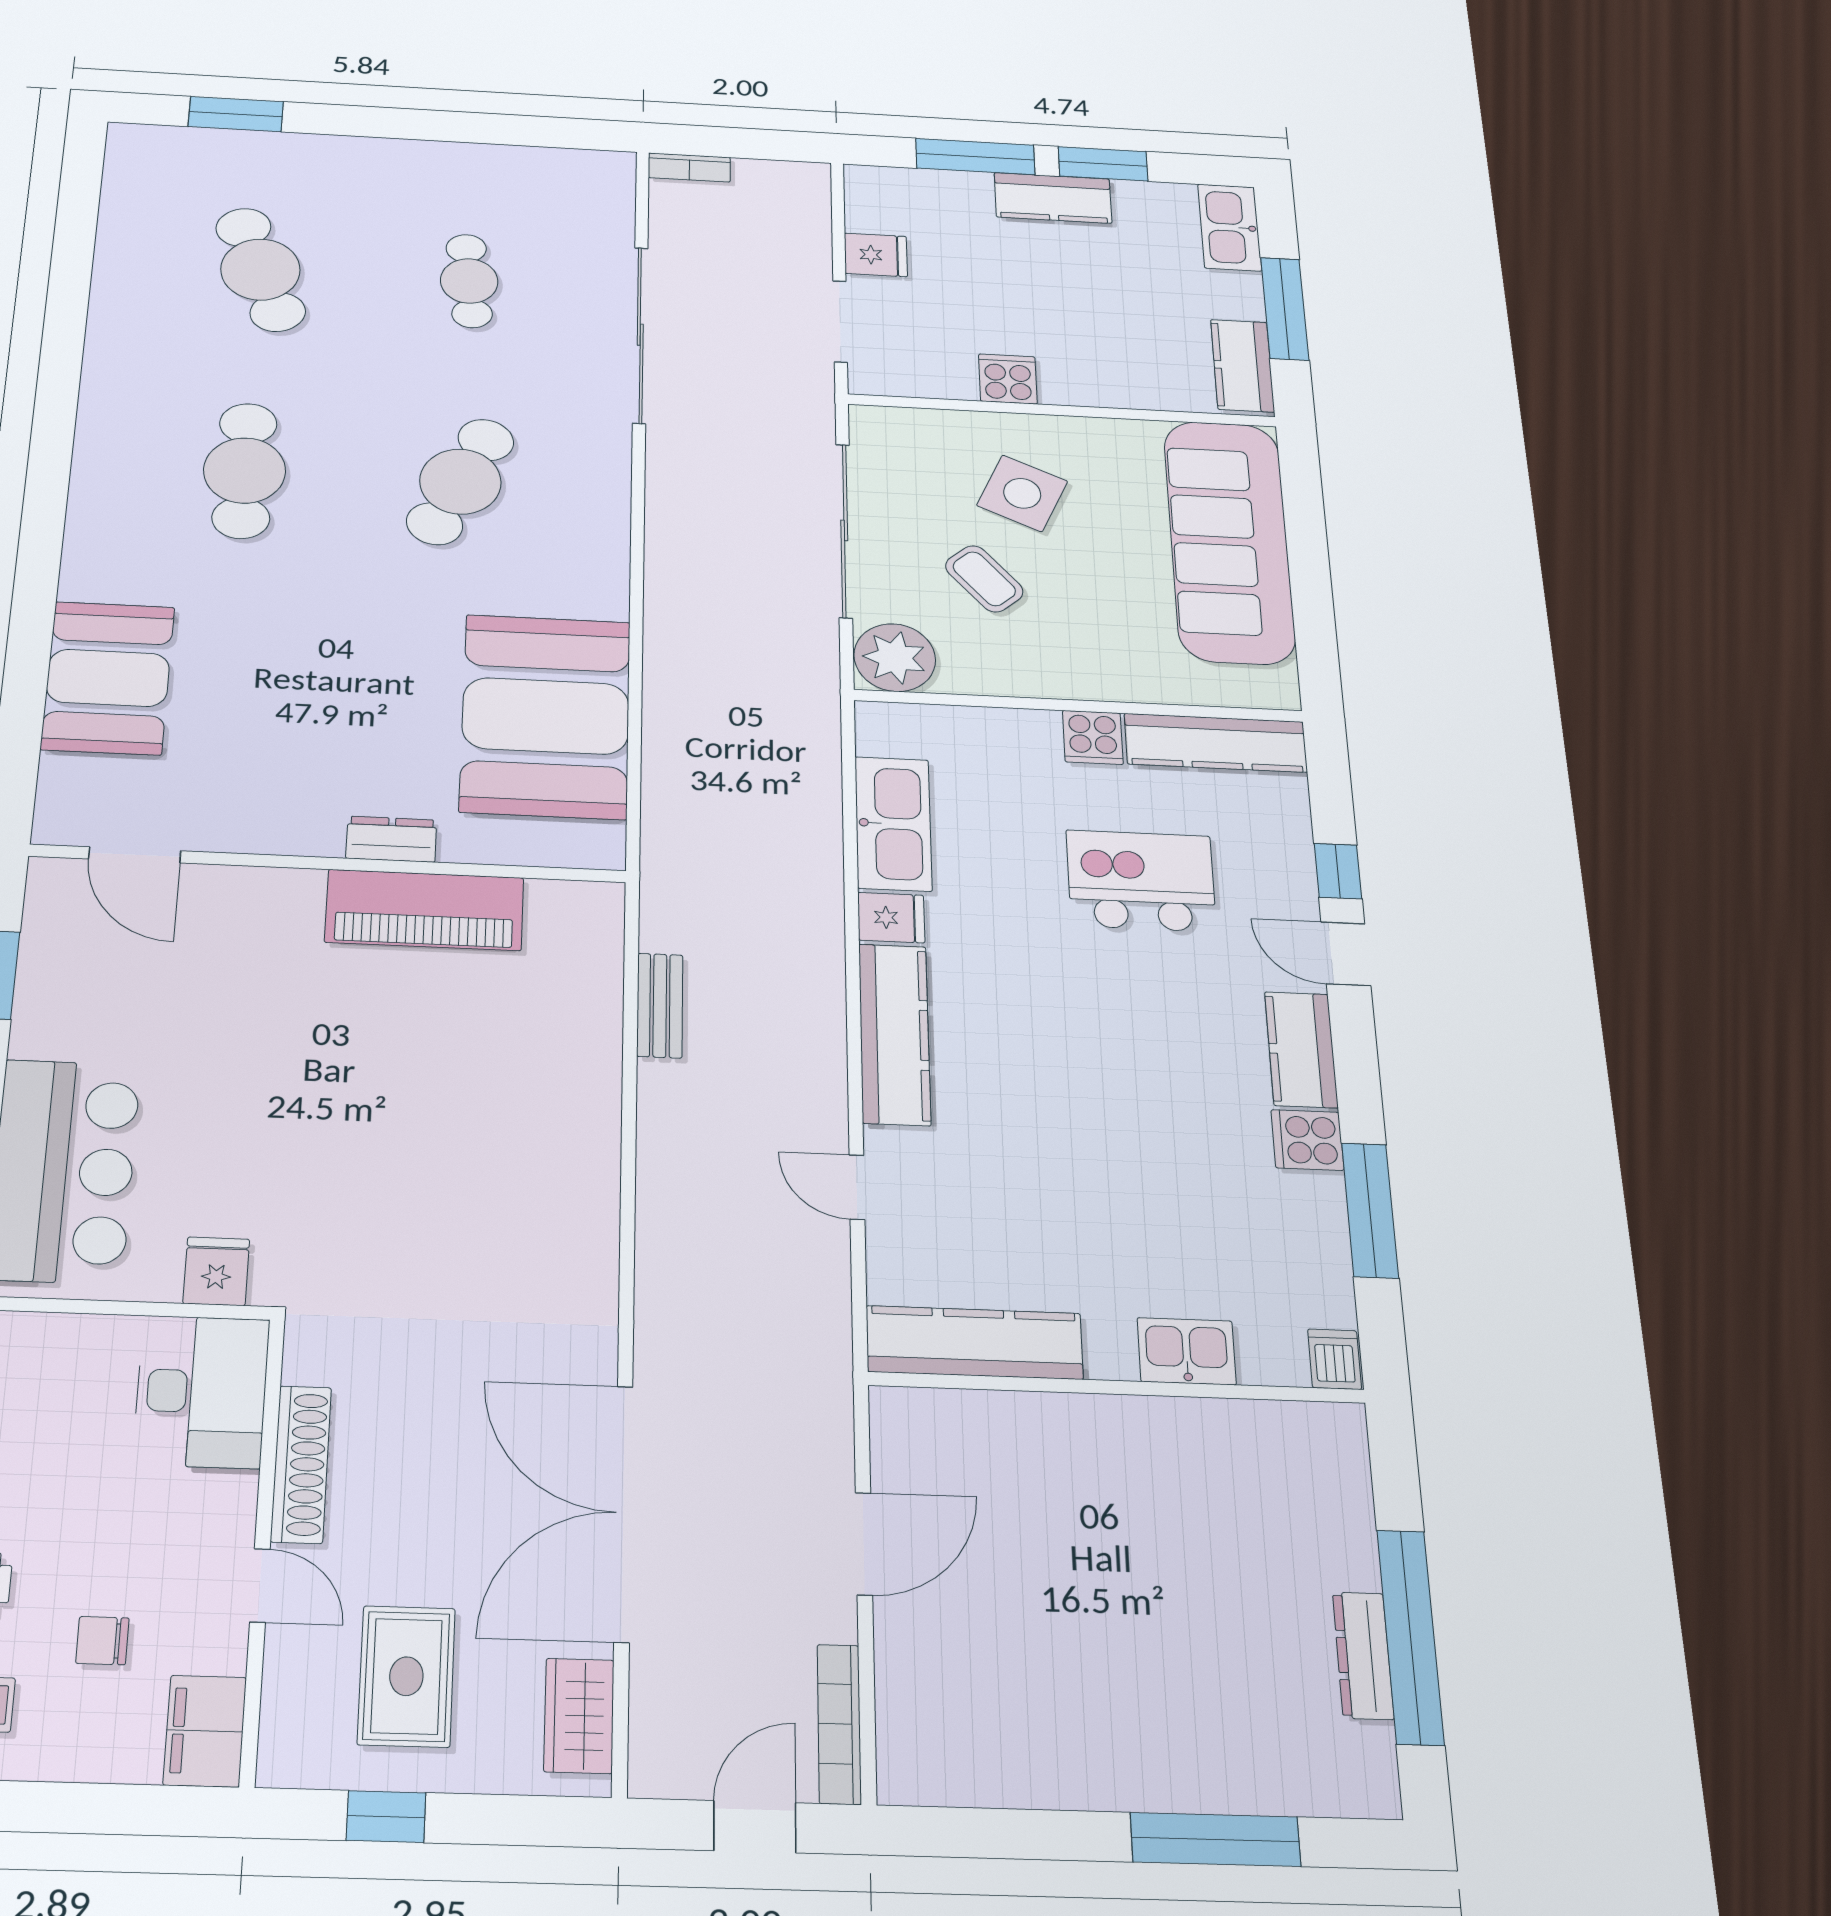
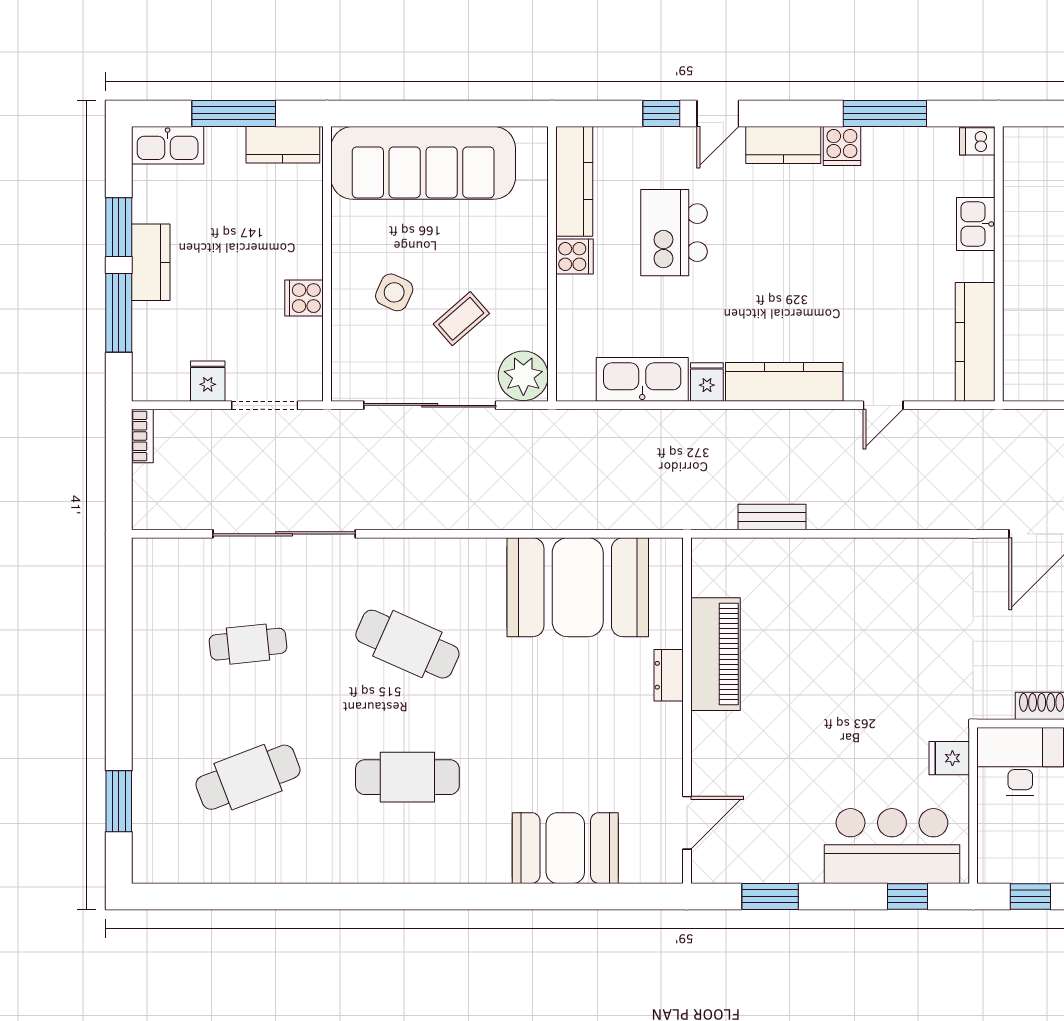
bookcase: (689, 167) -> (142, 436), moved
side table: (1022, 493) -> (394, 292), width x0.73, depth x0.73

